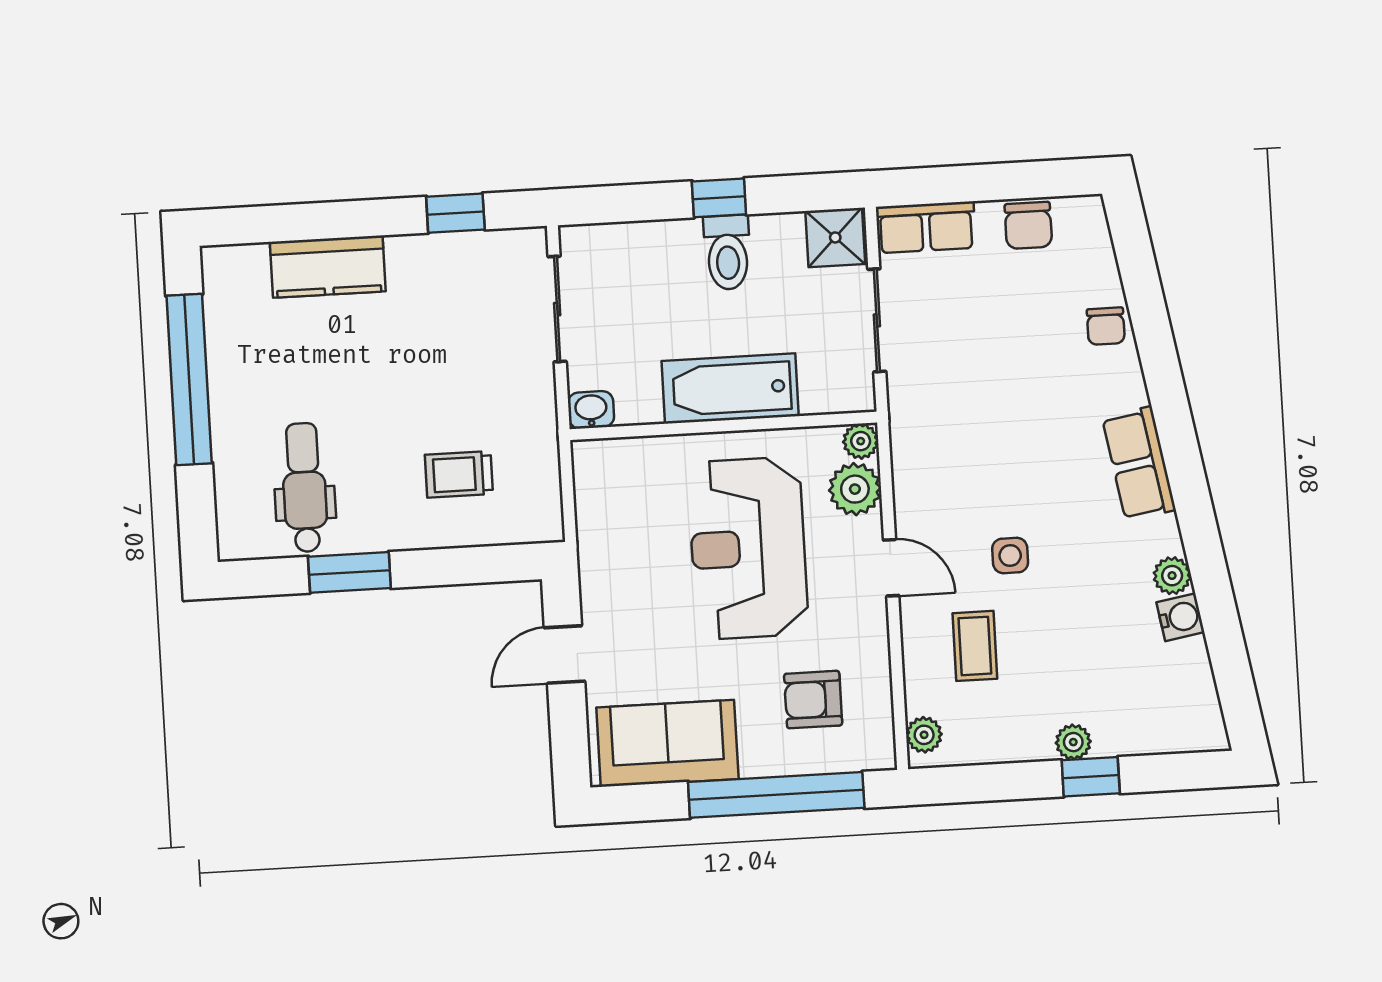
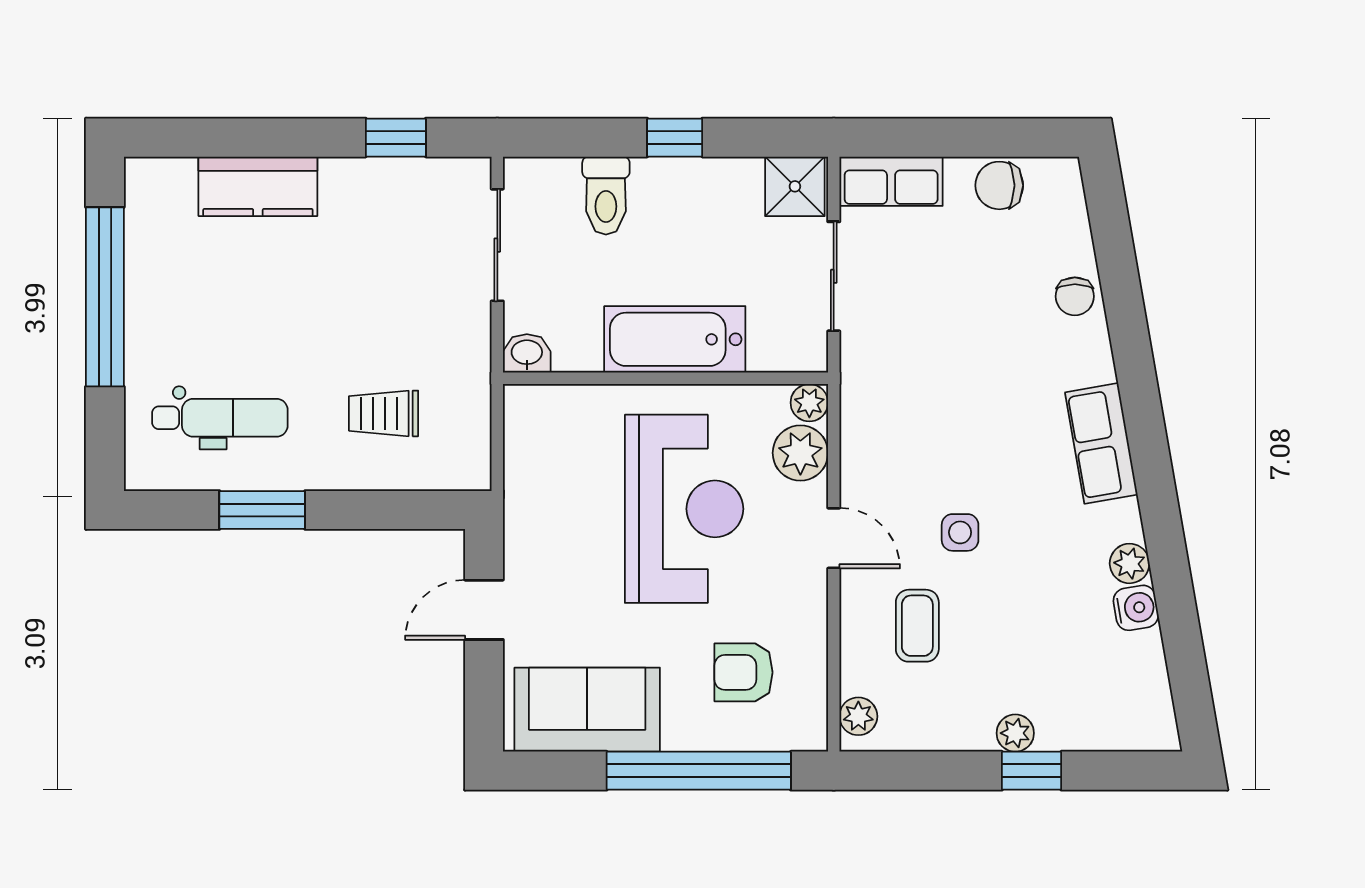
chair: (1028, 225) -> (999, 185), turned 90
toilet: (727, 252) -> (606, 196), moved
dental chair: (304, 487) -> (220, 418), turned 90
reception desk: (748, 548) -> (684, 509), turned 180

